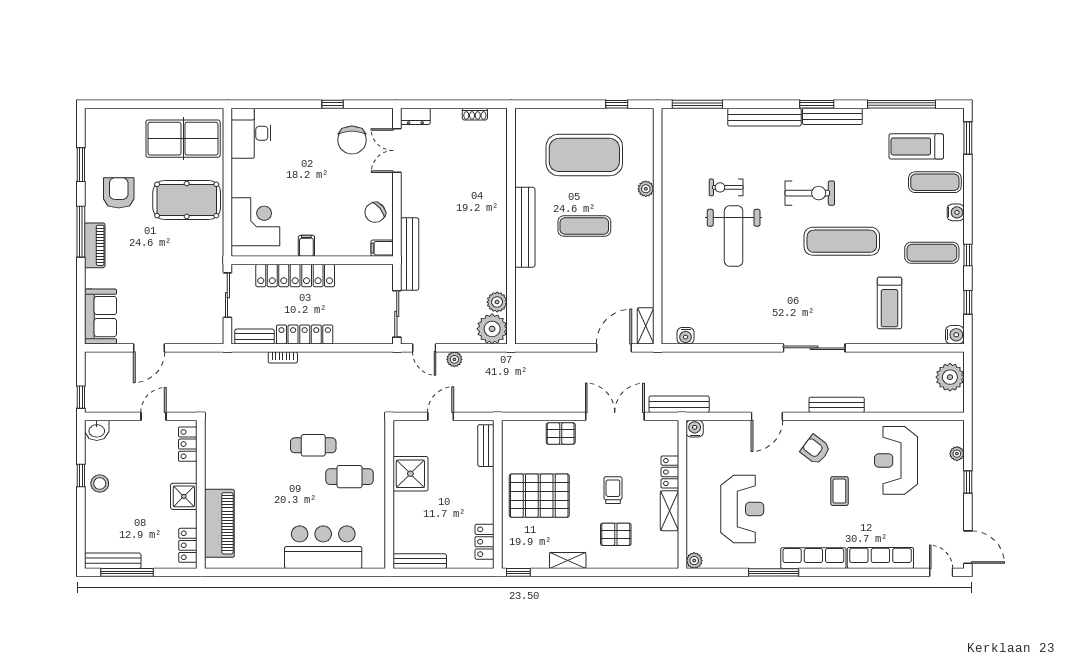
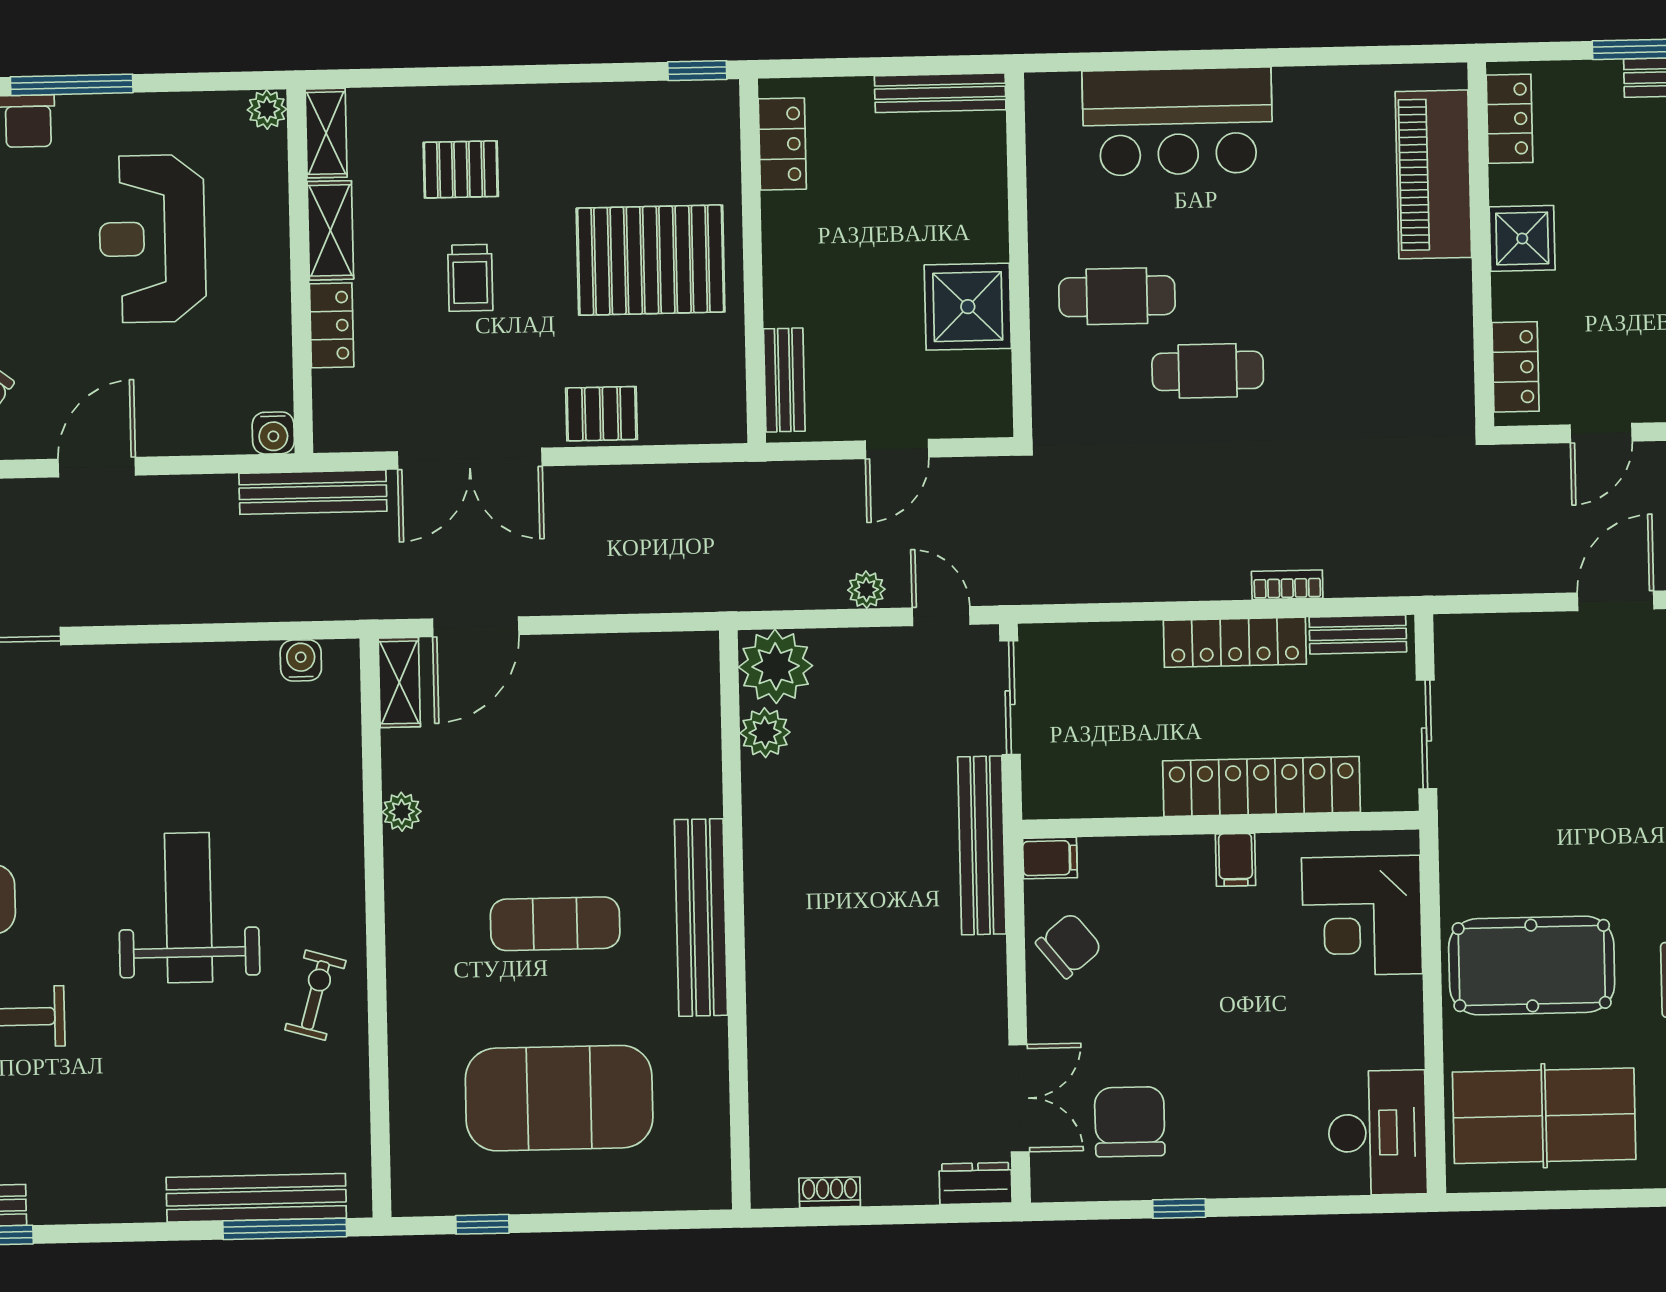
bench: (764, 117) -> (256, 1198), moved
exercise bike: (726, 187) -> (315, 995), moved, turned -74
plant: (646, 189) -> (402, 812), moved
shelving: (568, 560) -> (326, 133), moved, turned 90

